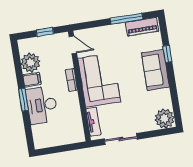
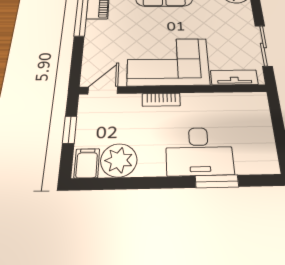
filing cabinet: (32, 80) -> (87, 163), moved
window: (23, 100) -> (217, 181), moved

